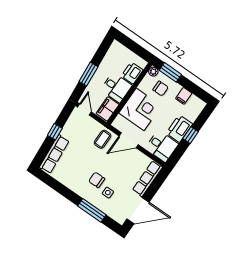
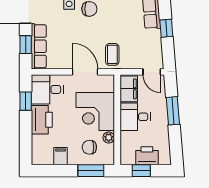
window: (137, 49) -> (141, 171), added
plant: (153, 72) -> (109, 137), moved
printer: (132, 73) -> (147, 156), moved, turned -90
window: (191, 135) -> (26, 101), moved
door: (129, 140) -> (85, 72), hinge flipped
window: (155, 186) -> (26, 45), added

